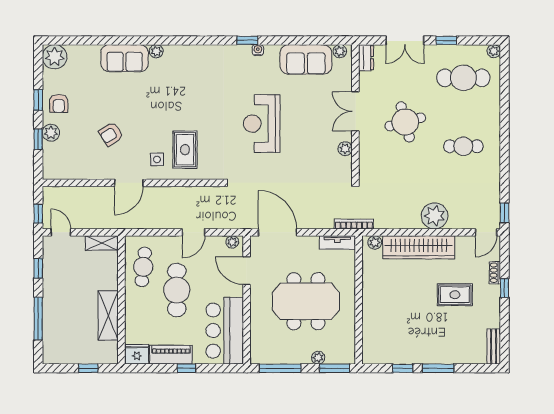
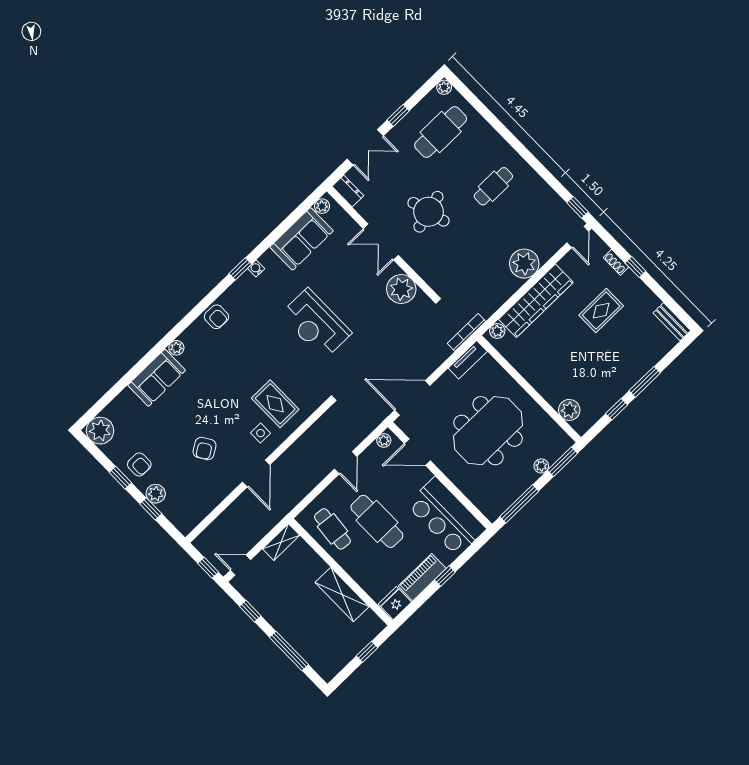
armchair: (202, 56) -> (216, 317), added
plant: (345, 149) -> (401, 289), width x1.87, depth x1.87
plant: (372, 339) -> (569, 410), added

